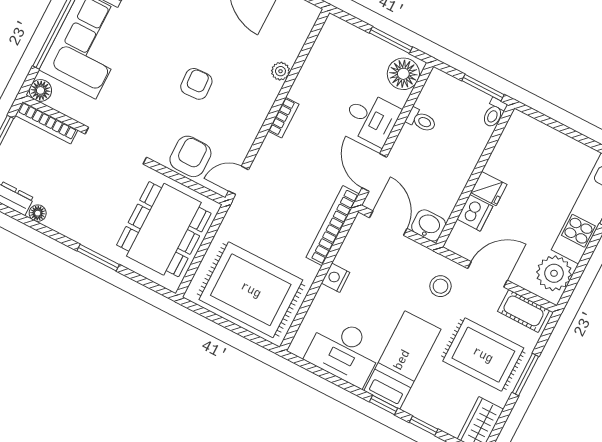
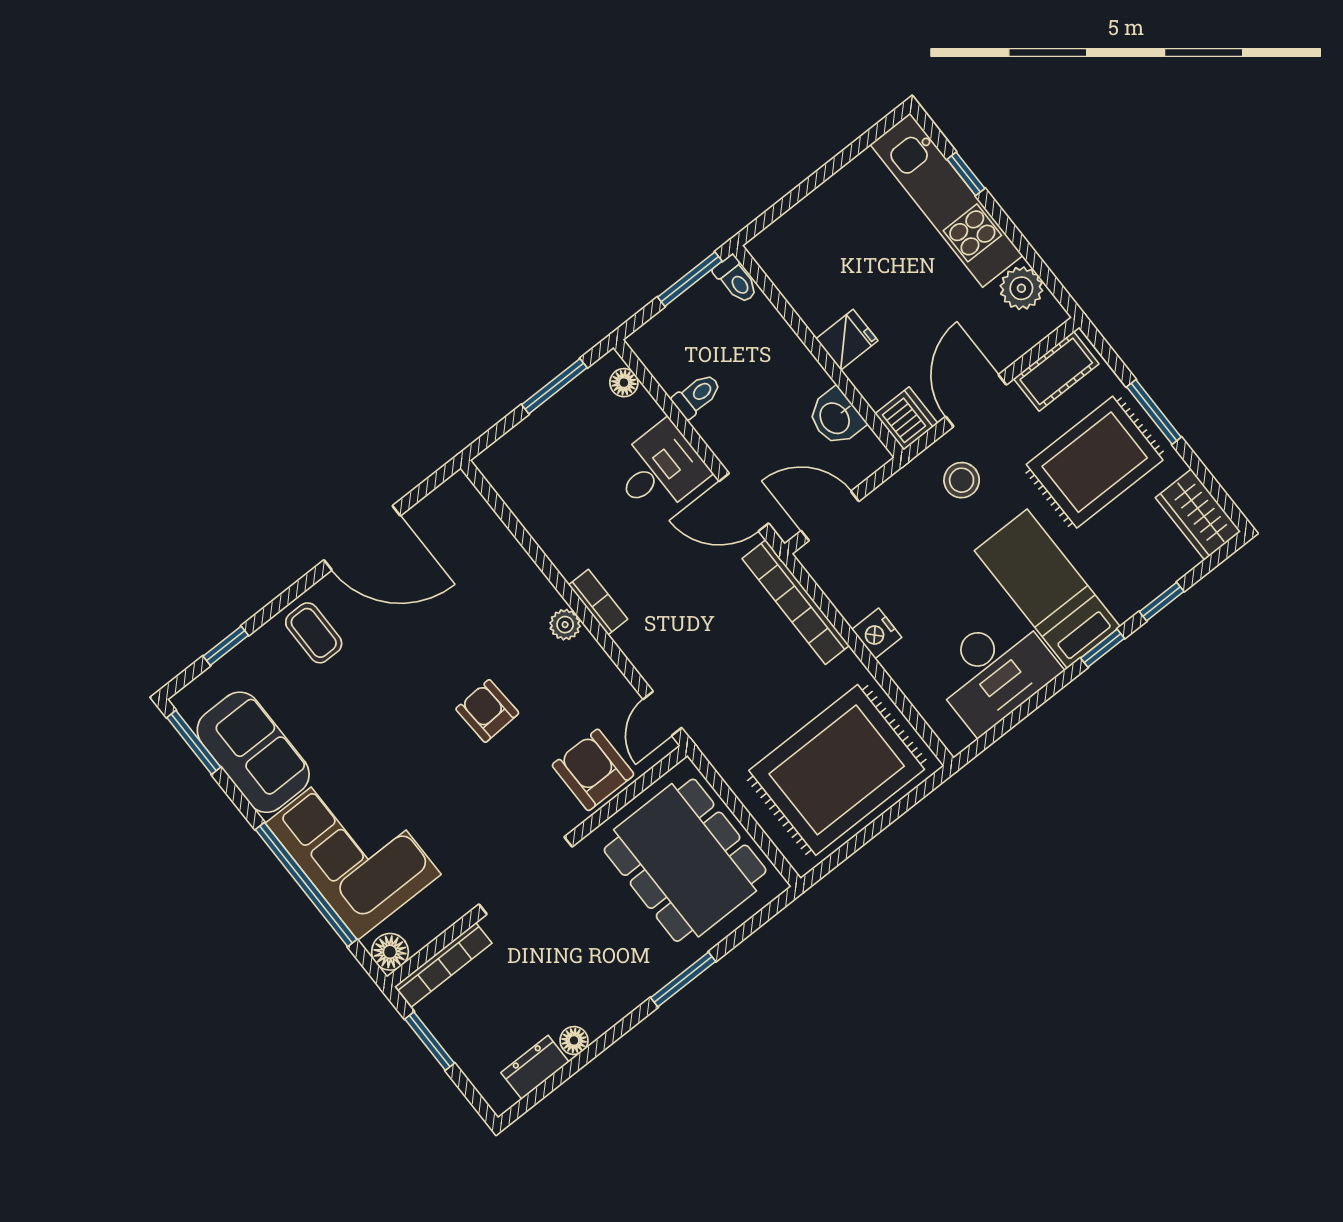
plant: (280, 71) -> (565, 625), moved
floor lamp: (403, 74) -> (624, 383), width x0.53, depth x0.53
dishwasher: (475, 213) -> (906, 418), moved
washbasin: (429, 225) -> (836, 417), moved, turned -90
plant: (554, 273) -> (1021, 288), width x0.73, depth x0.73

